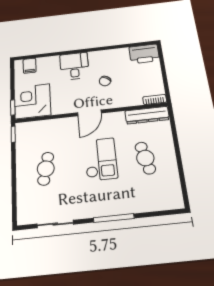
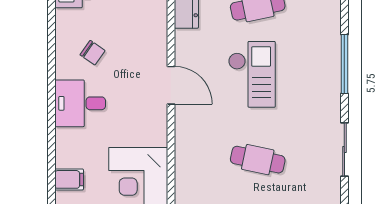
chair: (105, 81) -> (93, 53), moved
checkout: (101, 159) -> (252, 74), turned 90

